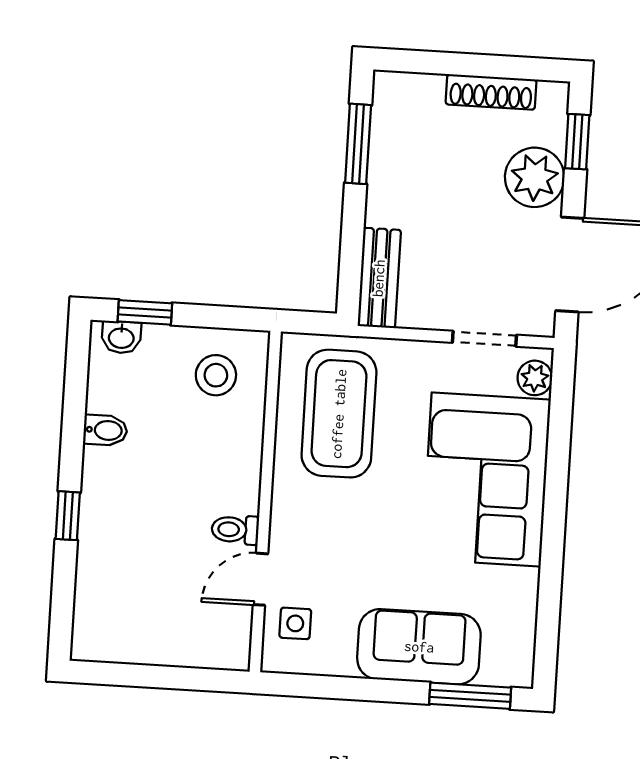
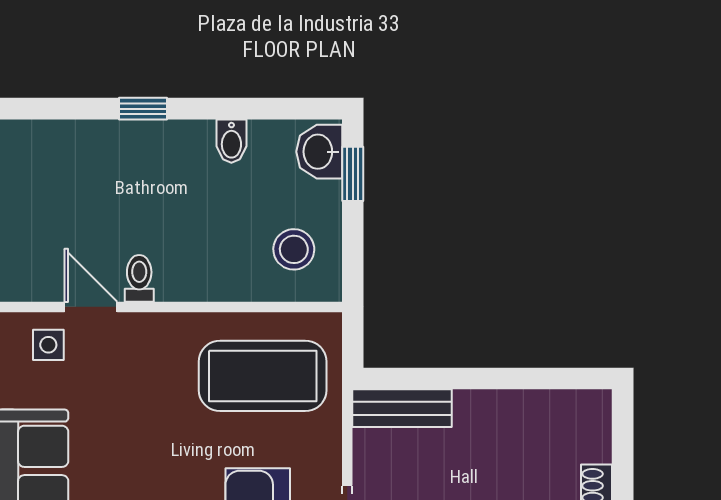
window: (358, 144) -> (536, 378), removed
washbasin: (121, 337) -> (319, 152), width x1.38, depth x1.45

